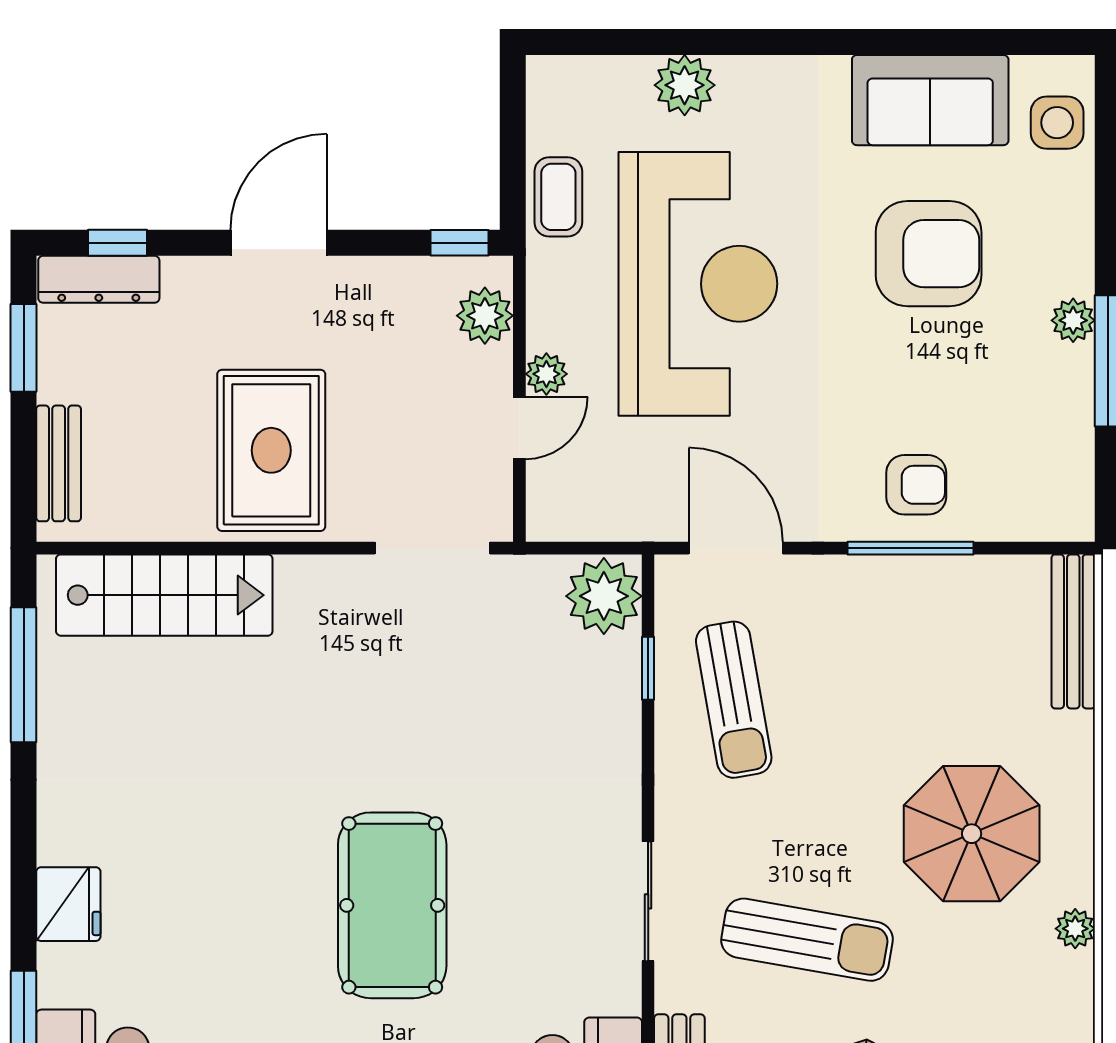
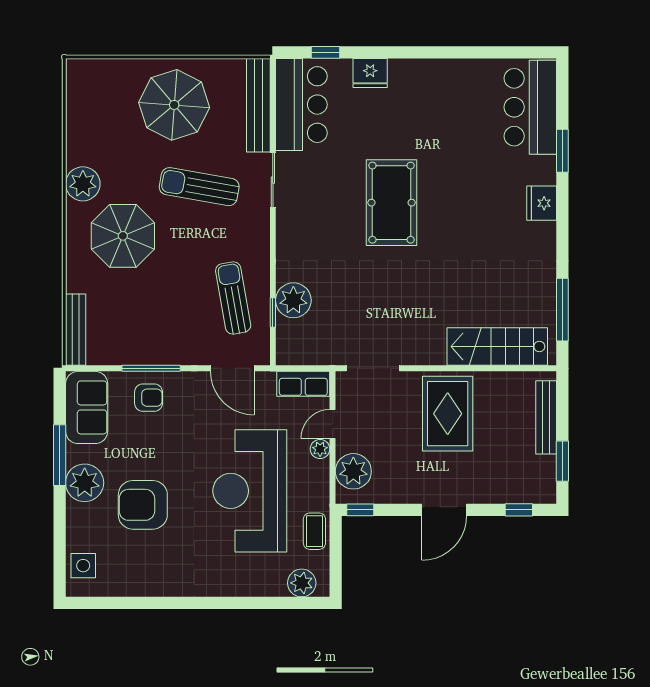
plant: (685, 85) -> (302, 583), moved
sofa: (930, 100) -> (87, 407), moved, turned 90
dresser: (99, 279) -> (528, 493), removed
plant: (485, 316) -> (353, 471), width x1.36, depth x1.36
plant: (1073, 320) -> (85, 483), width x1.88, depth x1.88
bench: (59, 463) -> (546, 417), width x1.36
armchair: (916, 485) -> (149, 398), turned 180
row of seats: (582, 515) -> (303, 384), added
plant: (604, 596) -> (293, 300), moved
sliding door: (648, 901) -> (273, 180), moved
plant: (1075, 929) -> (83, 184), width x1.87, depth x1.87

